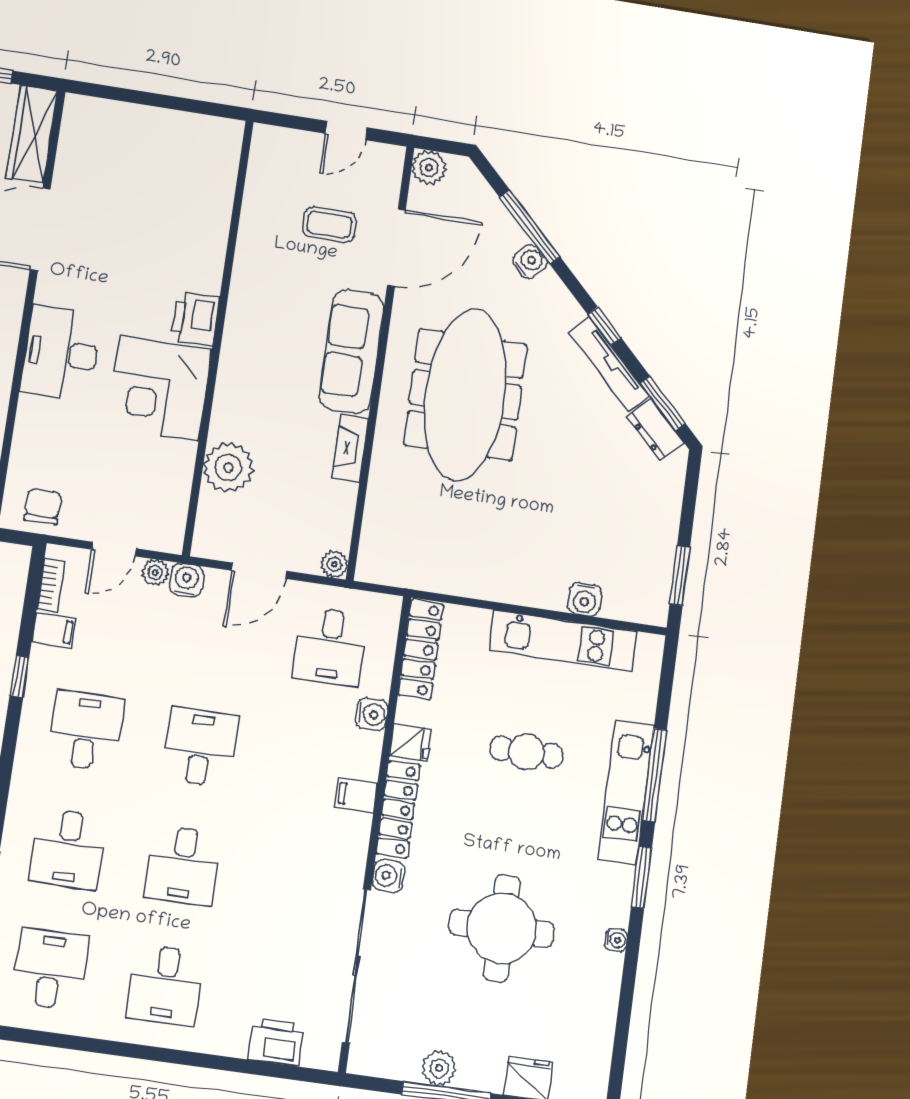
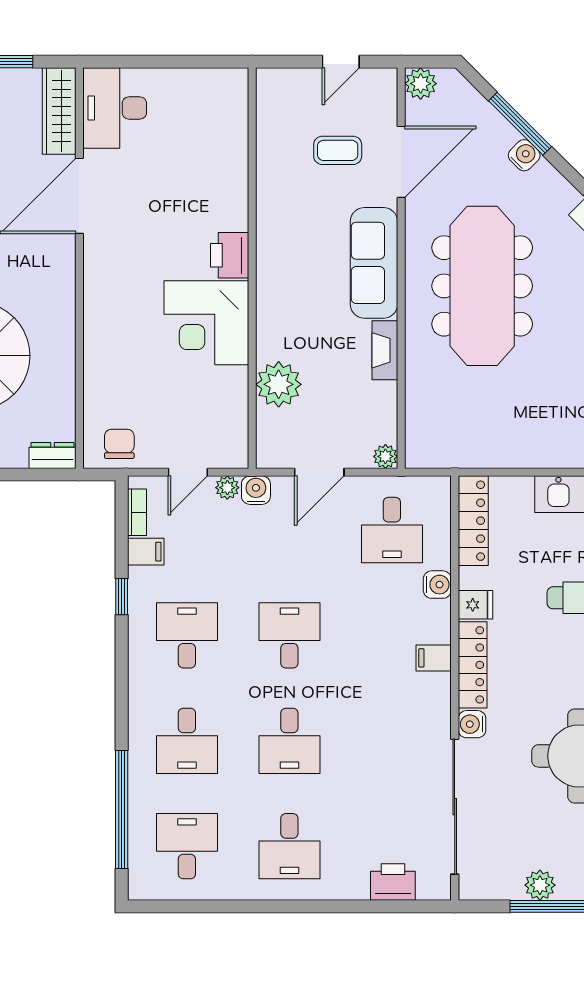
desk: (61, 353) -> (115, 108), moved

